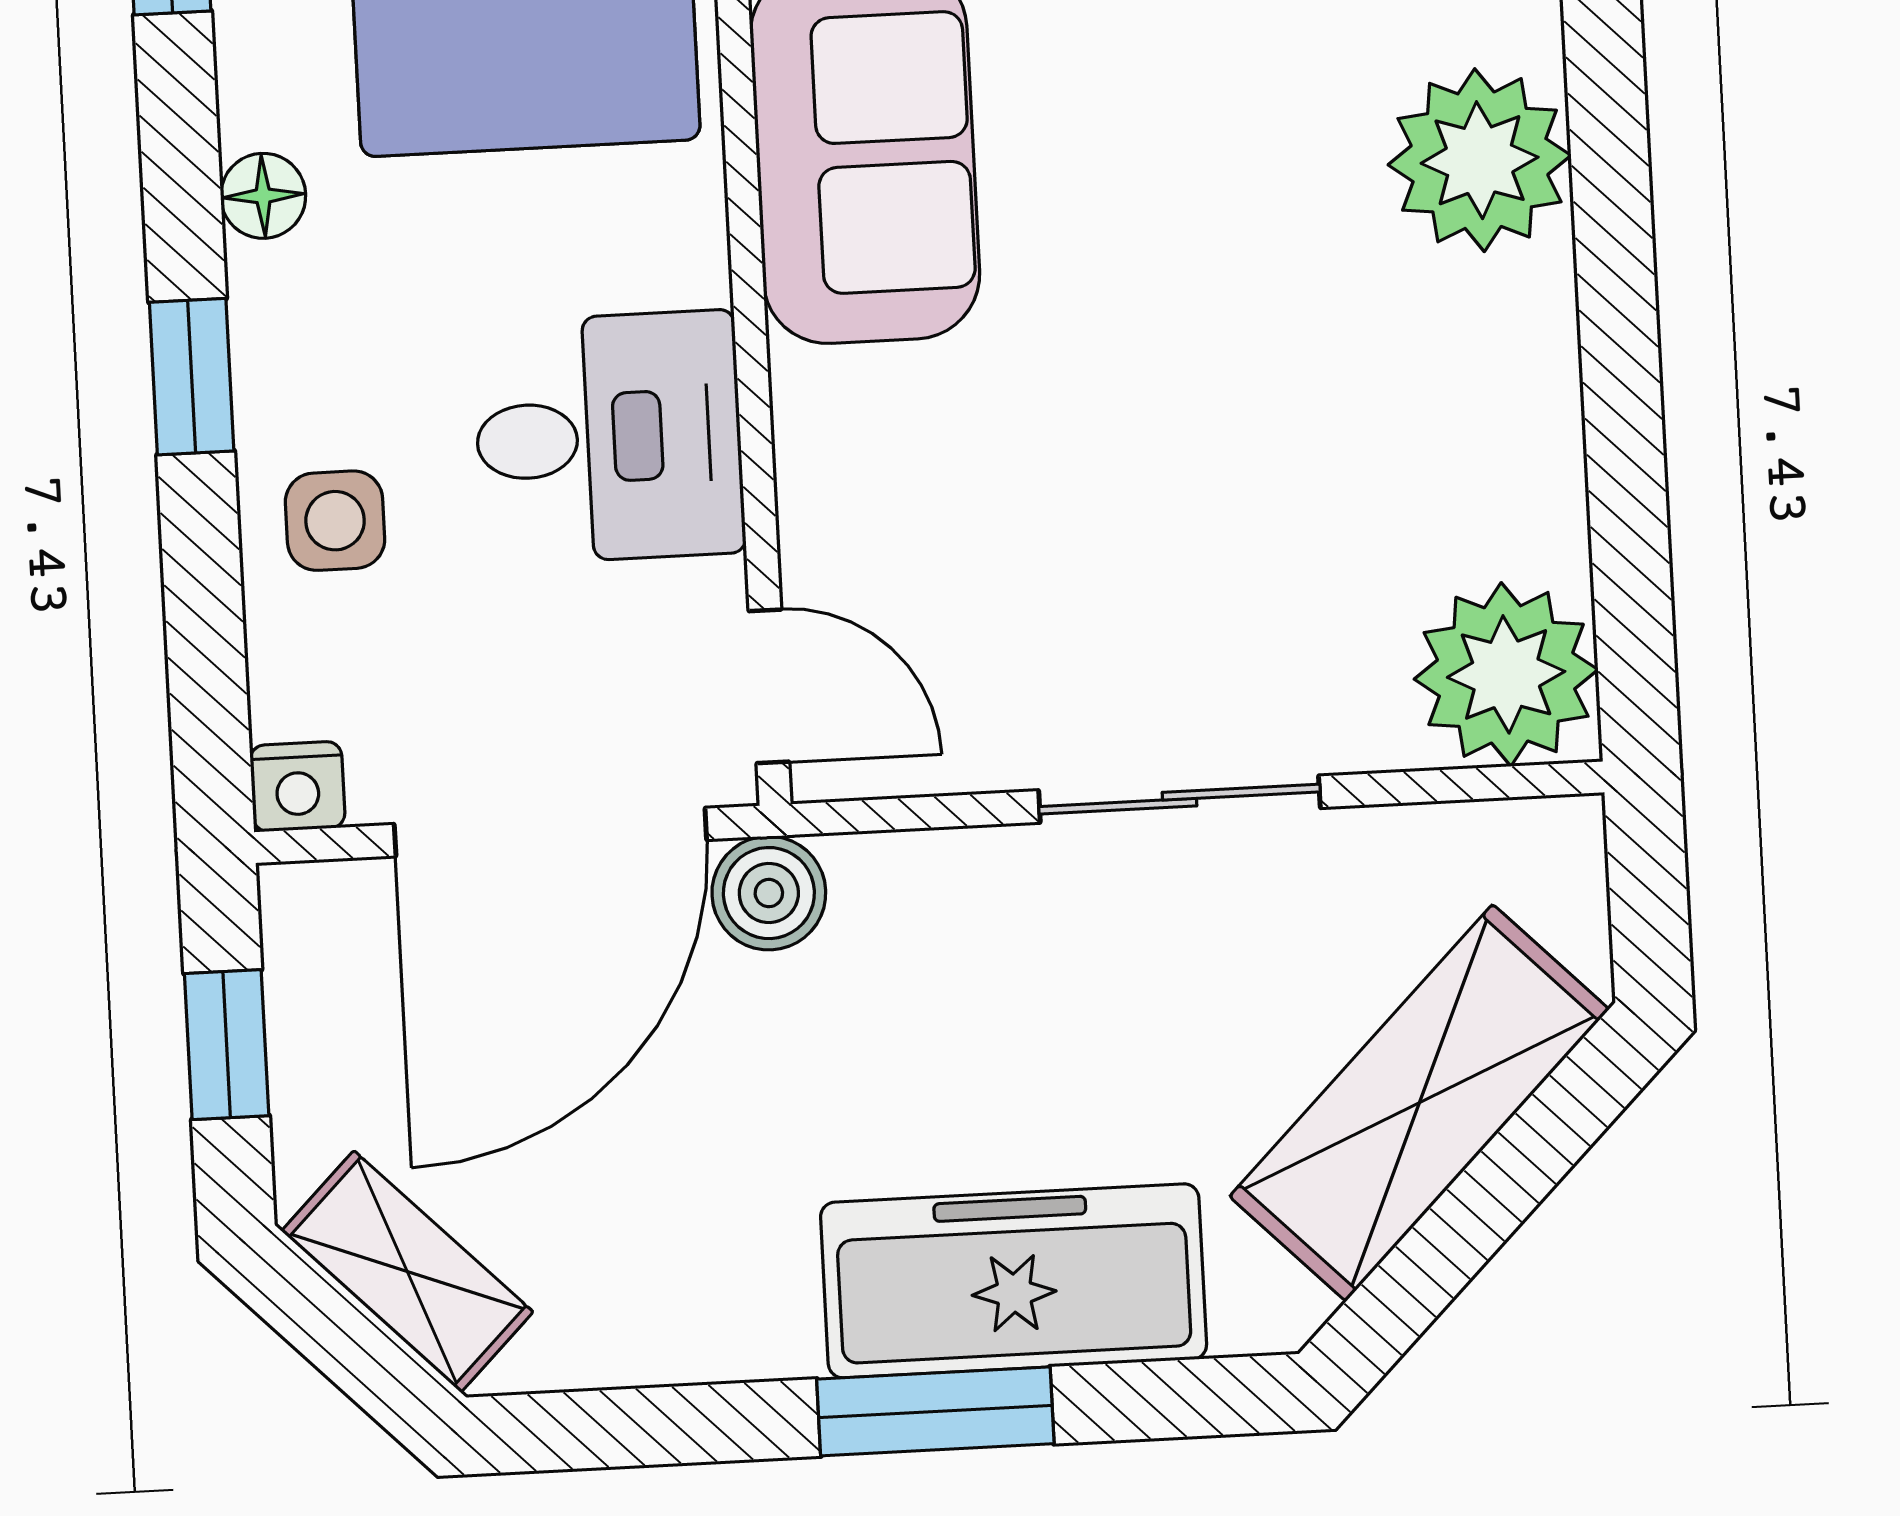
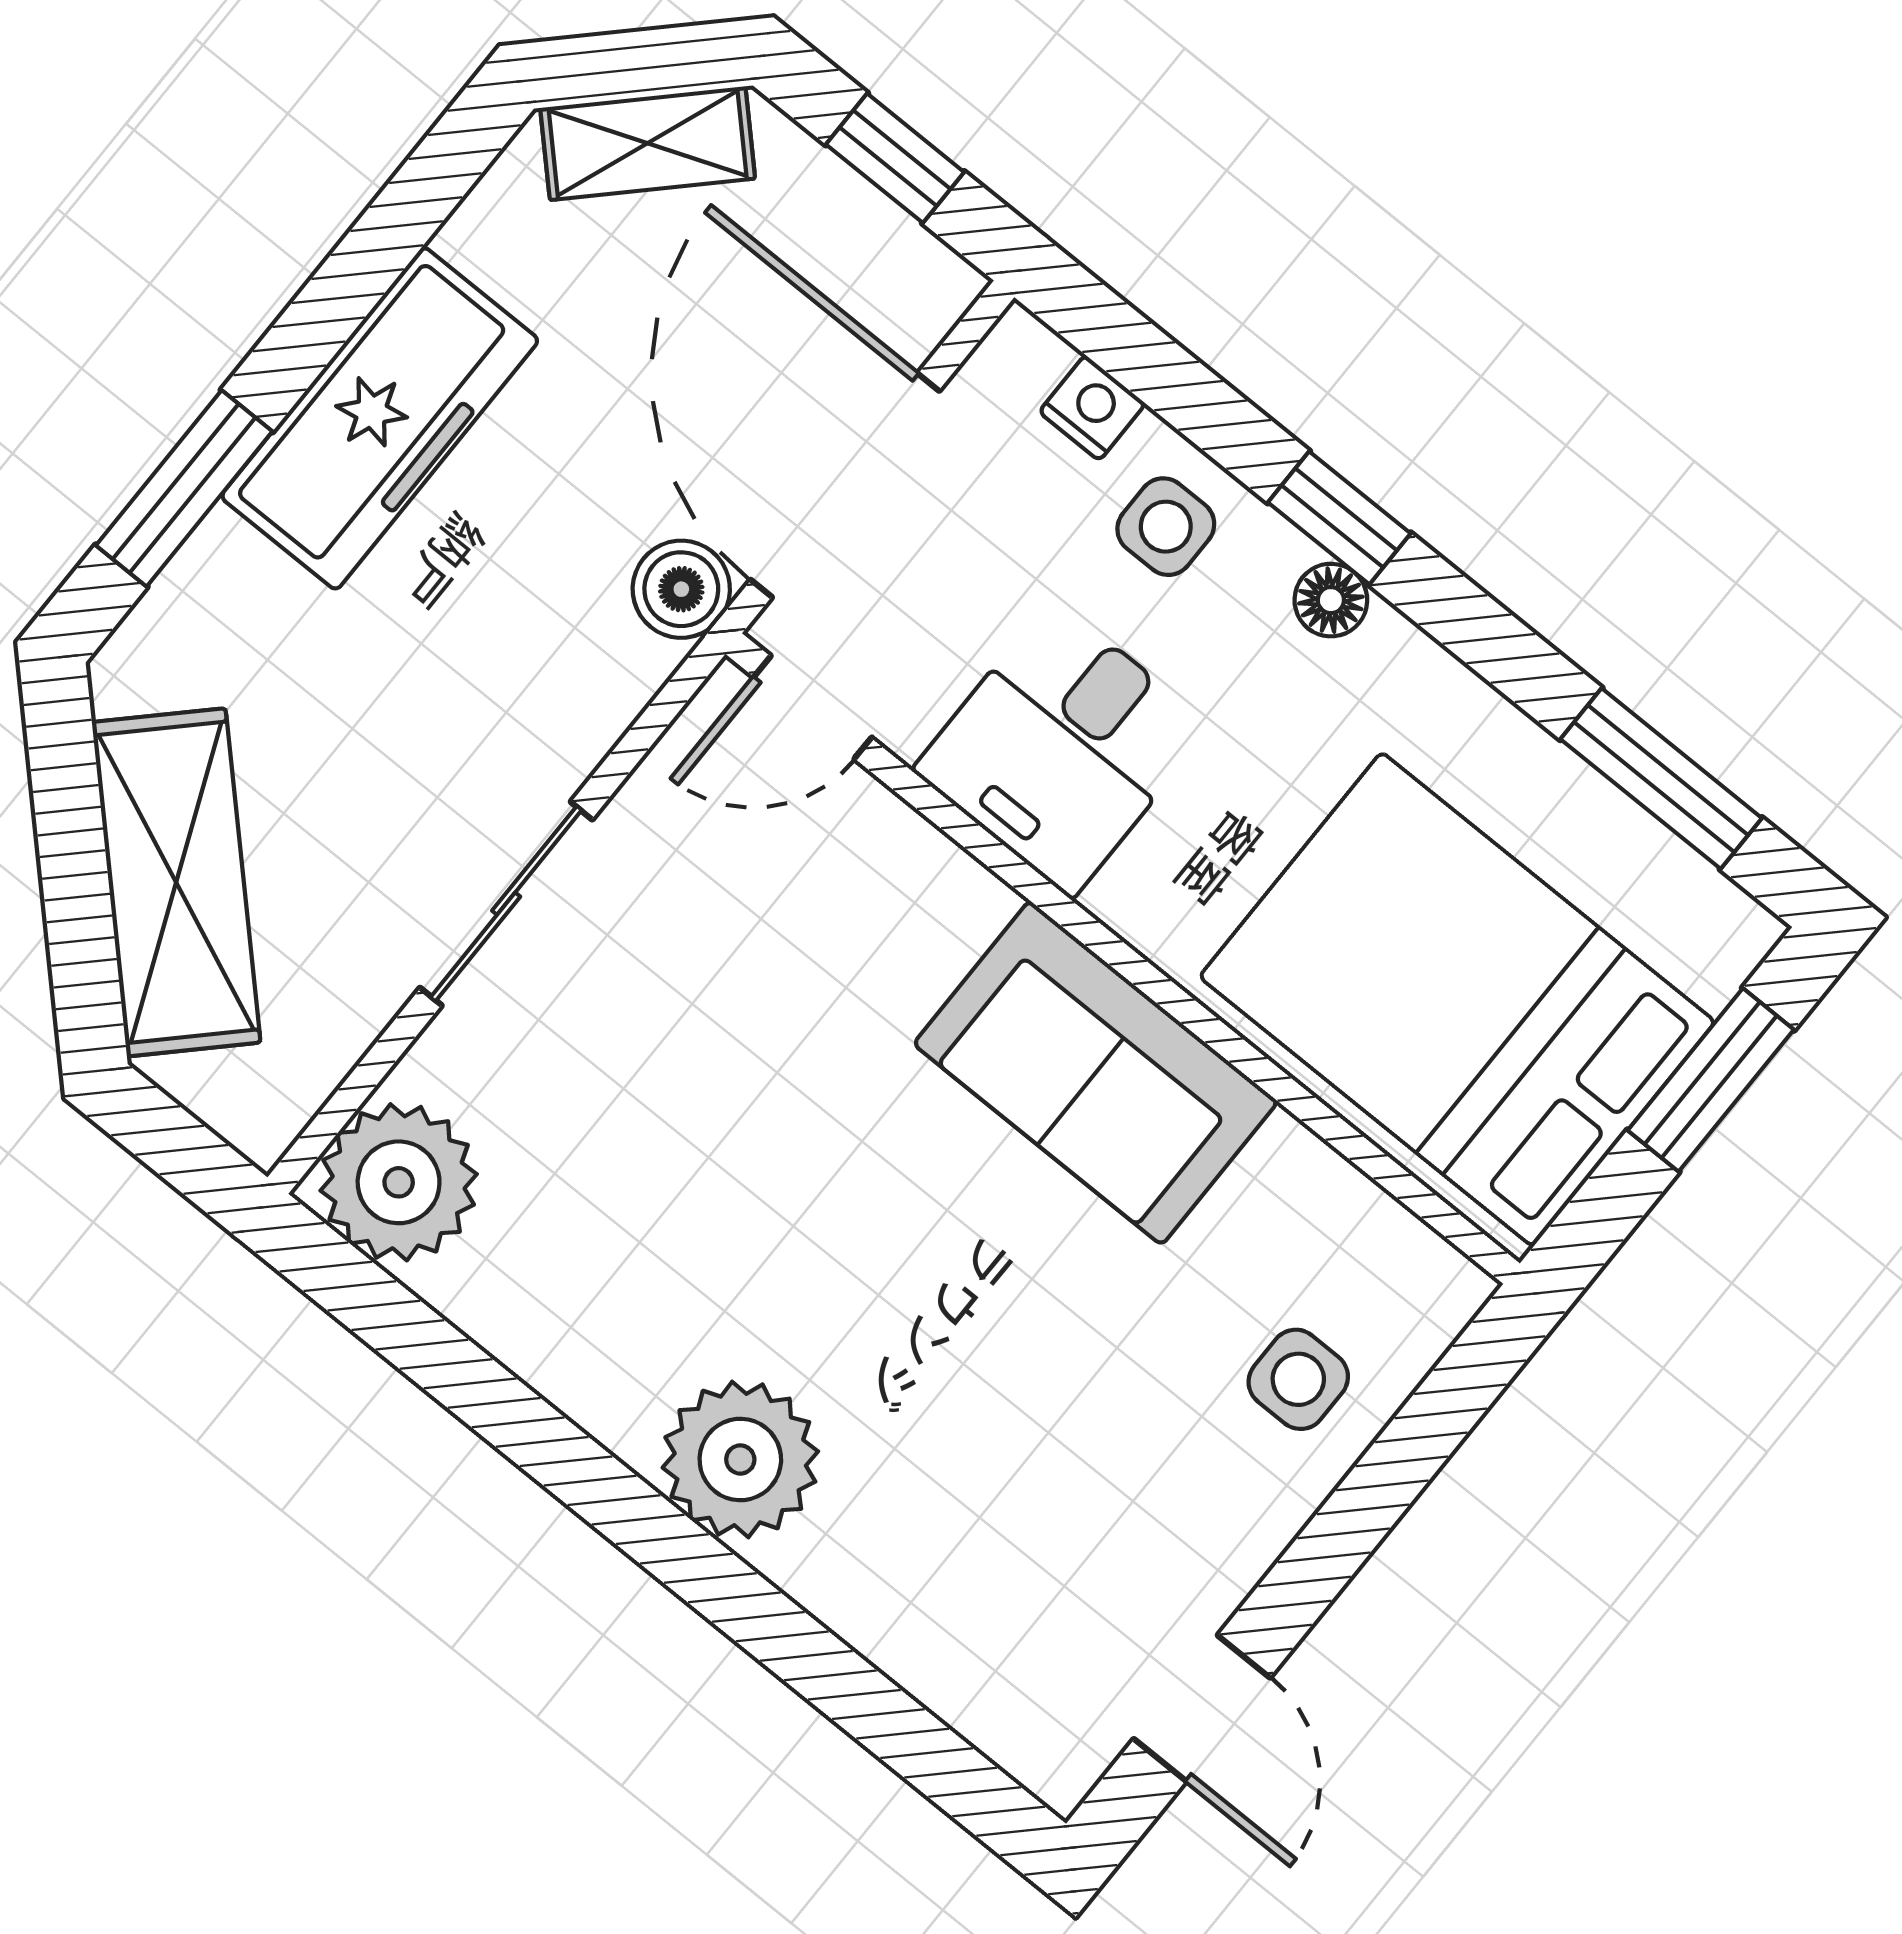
floor lamp: (263, 196) -> (1331, 600), moved
nightstand: (297, 787) -> (1092, 408), moved, turned 90
freezer: (1014, 1281) -> (380, 418), moved
window: (935, 1411) -> (184, 488), moved

